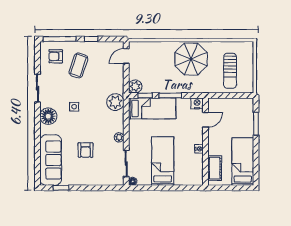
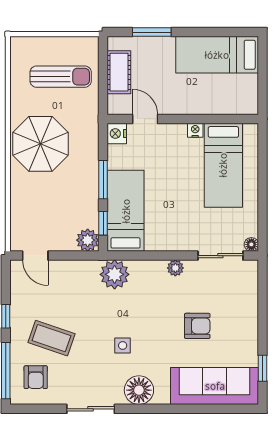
bed: (163, 161) -> (223, 165), moved, turned -90
cot: (215, 168) -> (119, 72), moved, turned 90

